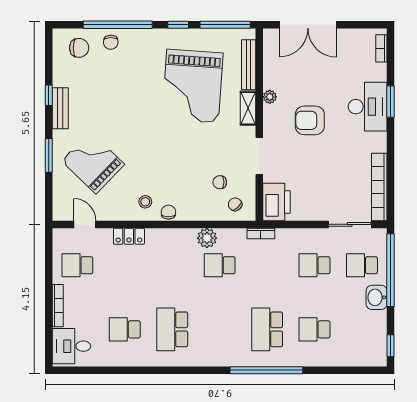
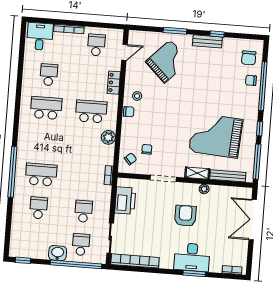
printer: (276, 202) -> (125, 201), moved, turned -90
school desk: (220, 265) -> (91, 111), moved, width x1.85

